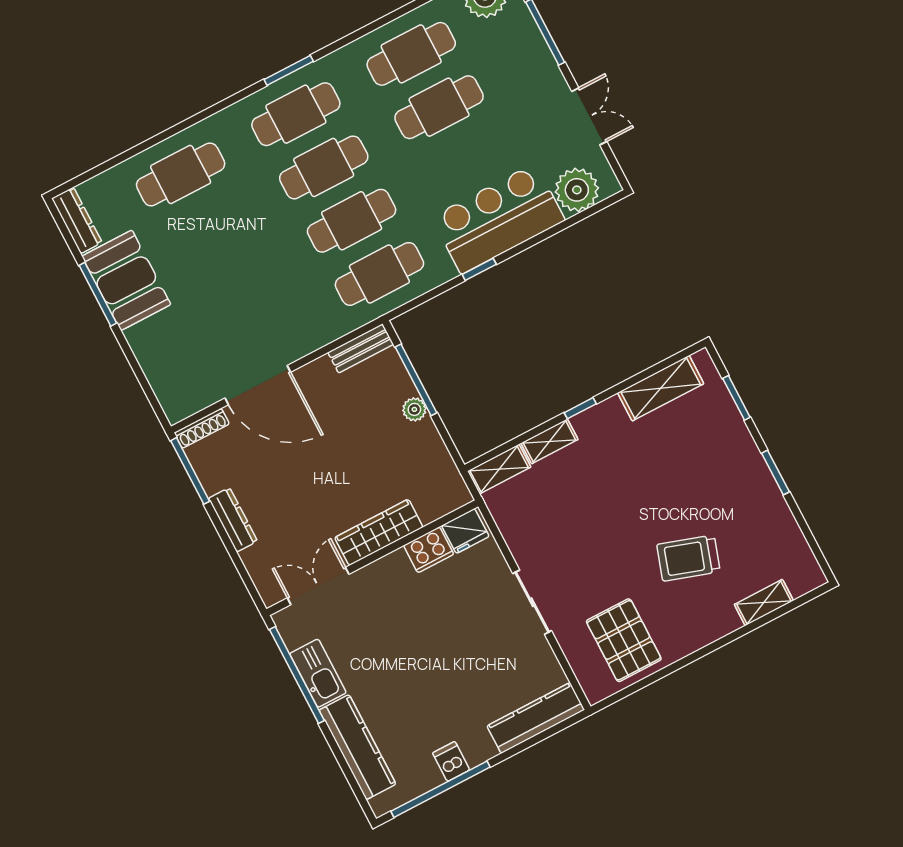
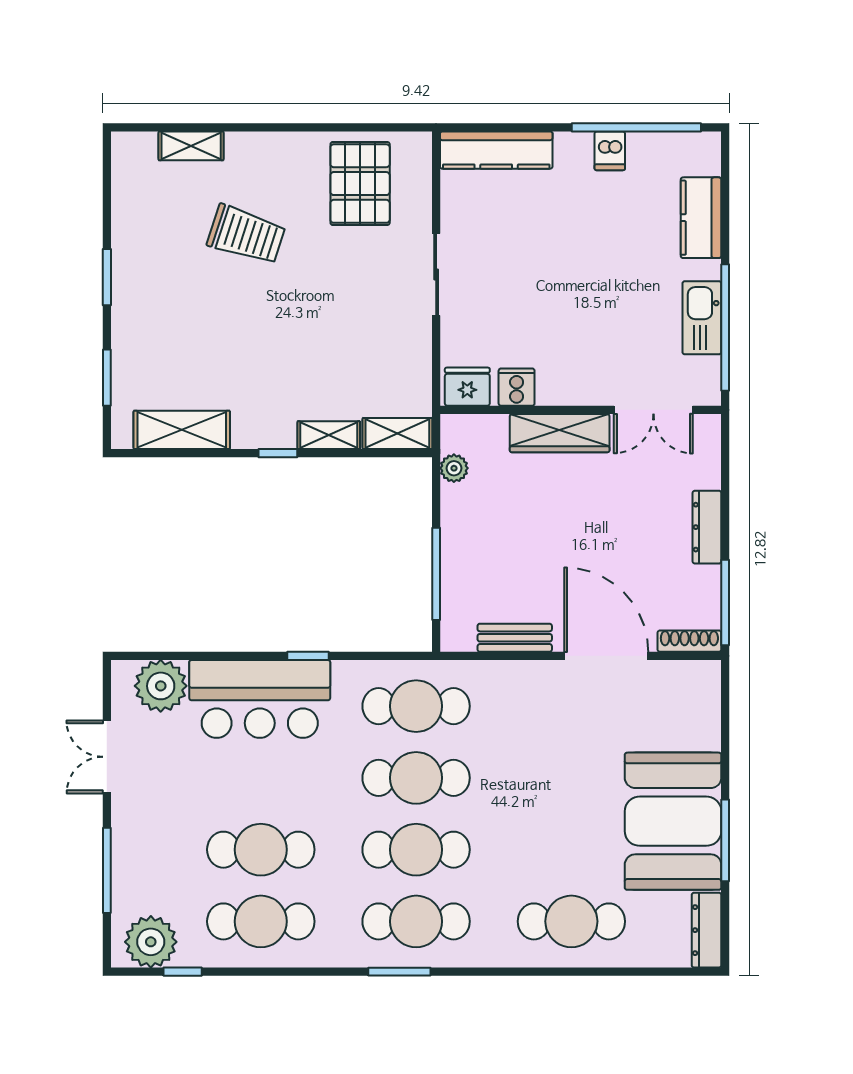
booth: (126, 280) -> (673, 821), width x1.36, depth x1.42
bench: (361, 348) -> (515, 638), moved
plant: (414, 409) -> (454, 468), moved
cooker: (429, 550) -> (517, 387), width x0.73
kitchen counter: (357, 747) -> (701, 218), width x0.67

